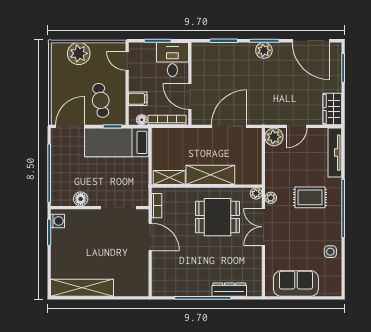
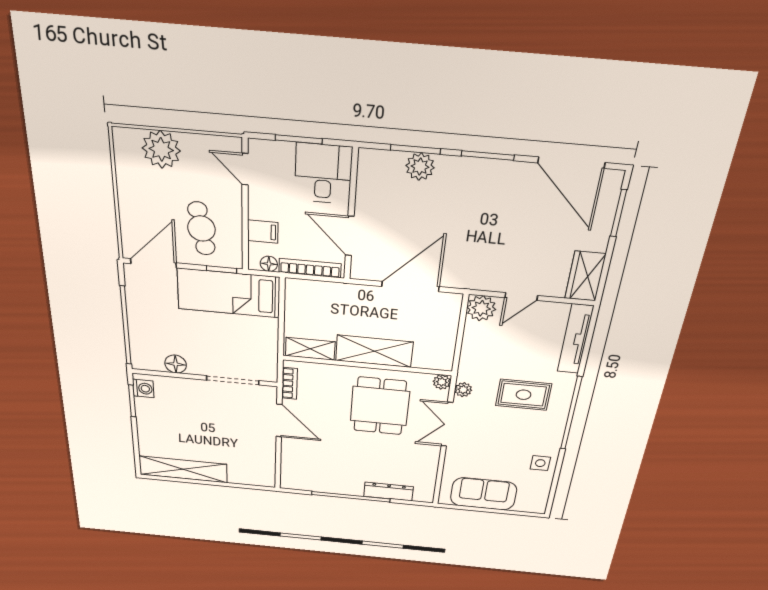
plant: (264, 50) -> (420, 167), moved
dining table: (218, 217) -> (380, 406), turned 90

